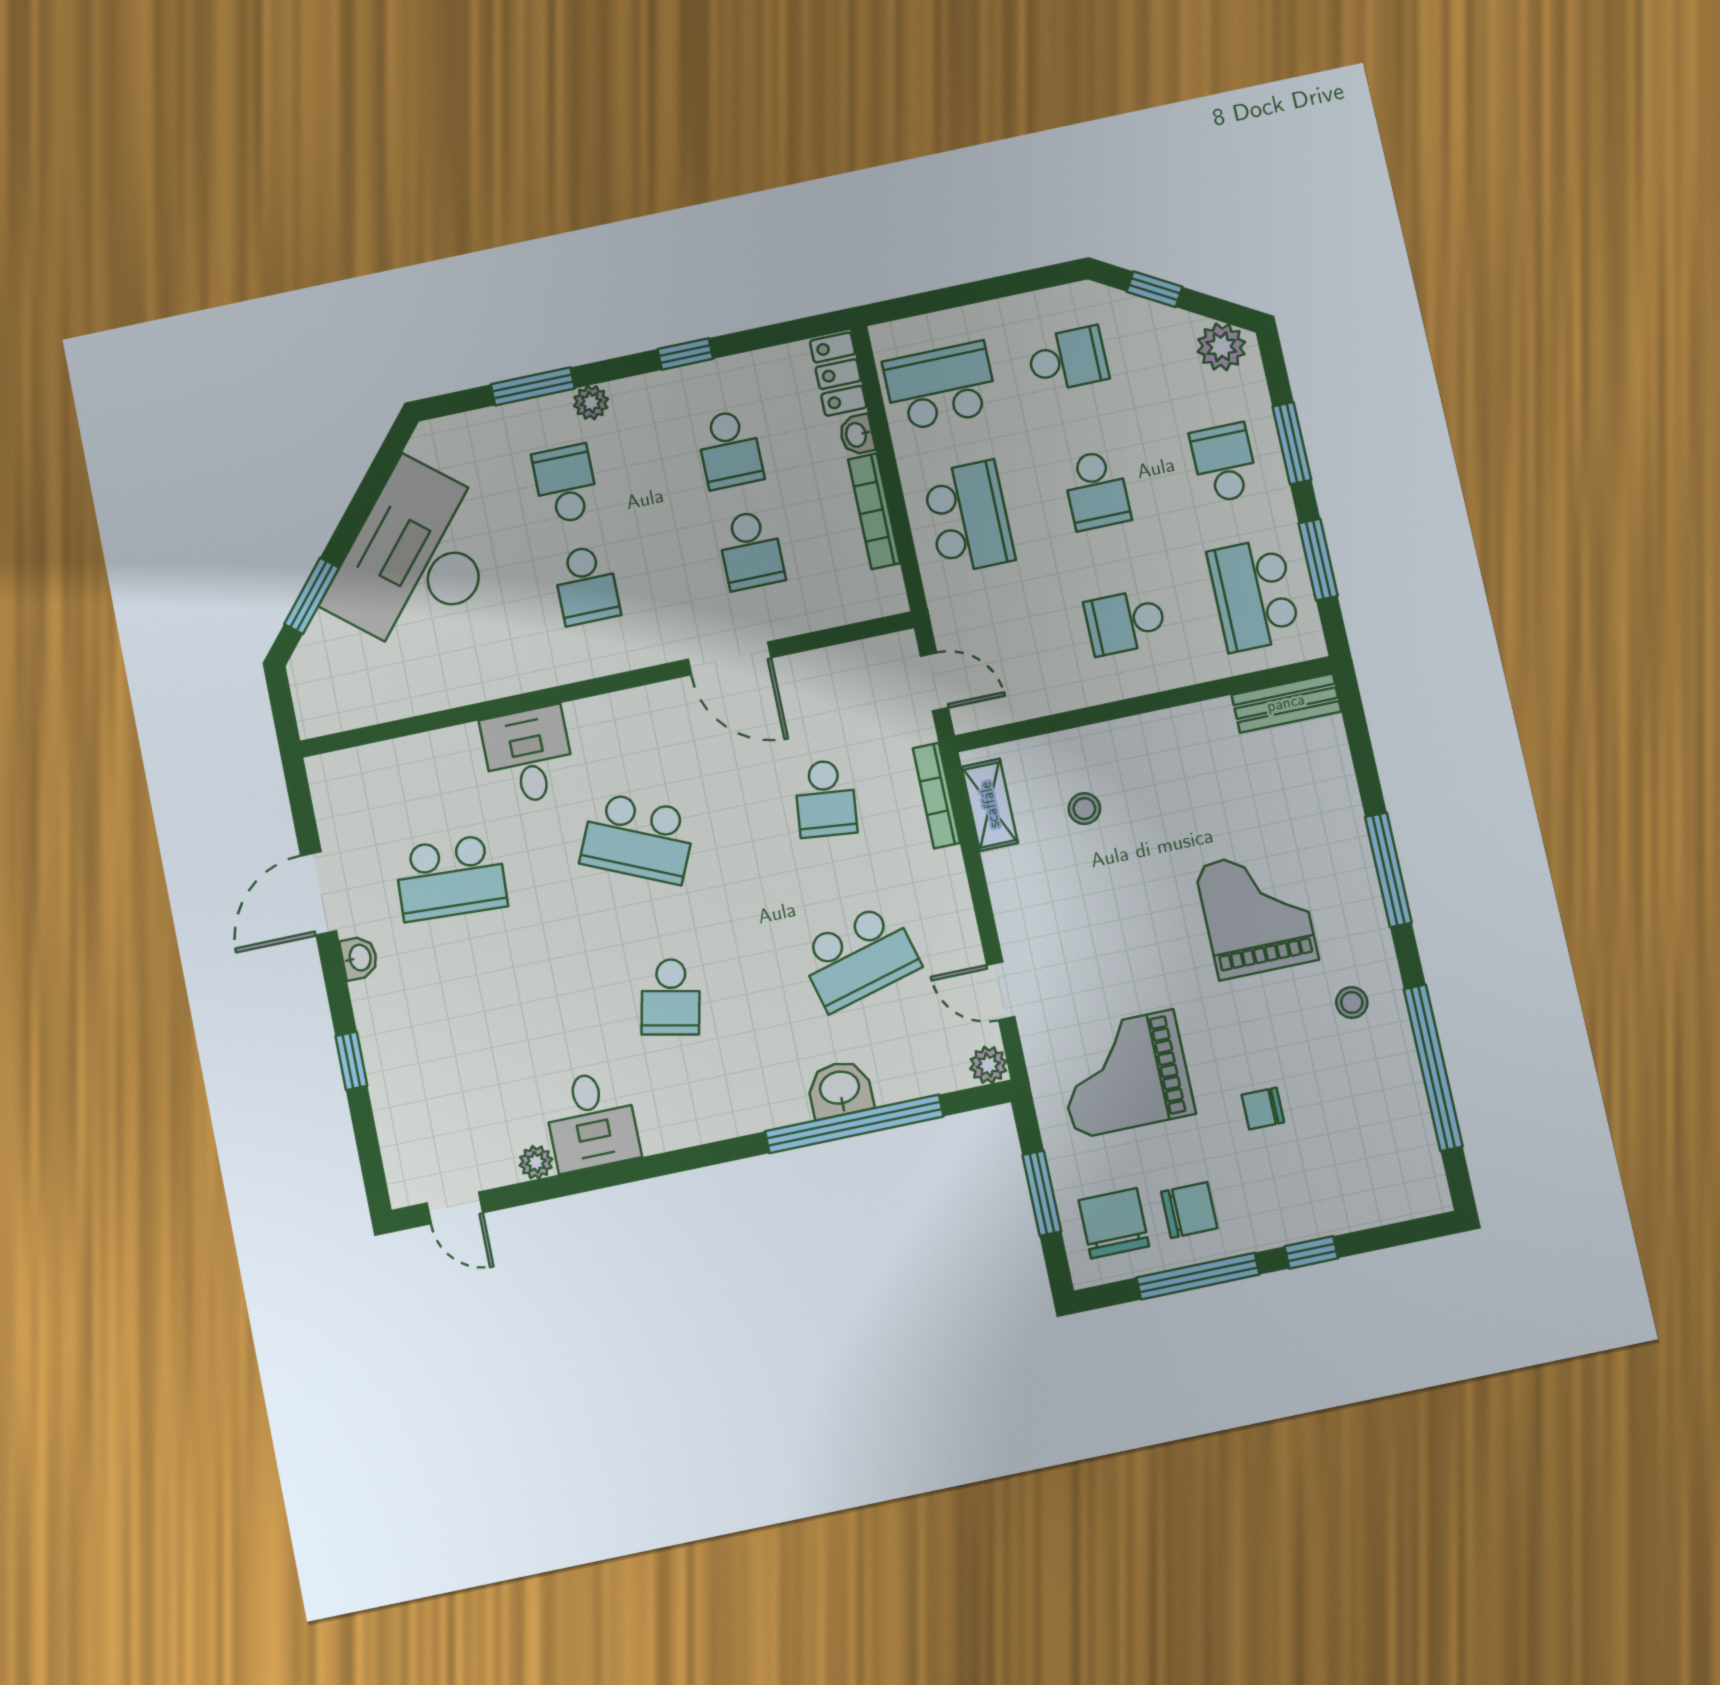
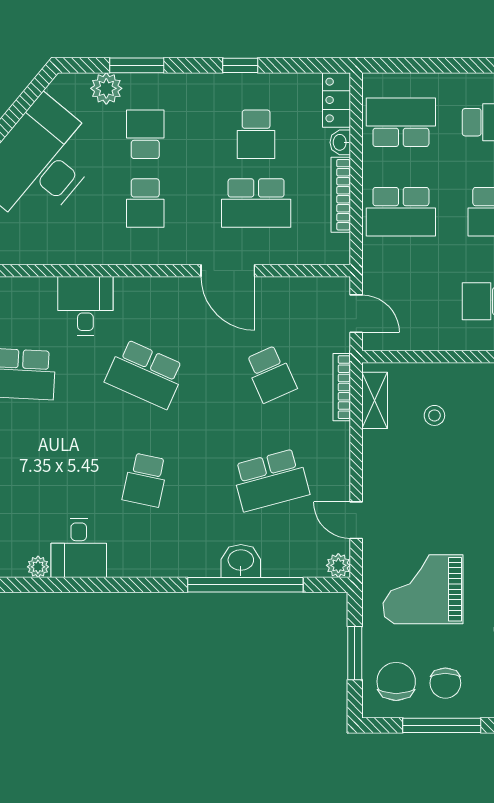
plant: (591, 402) -> (106, 88), moved, width x1.38, depth x1.38
school desk: (969, 517) -> (401, 212), turned 90
school desk: (751, 550) -> (256, 203), width x1.85
school desk: (826, 799) -> (271, 374), turned -30
chair: (1189, 1210) -> (445, 683), turned 90

